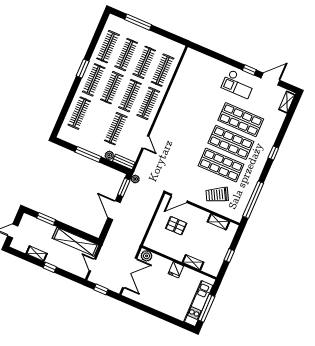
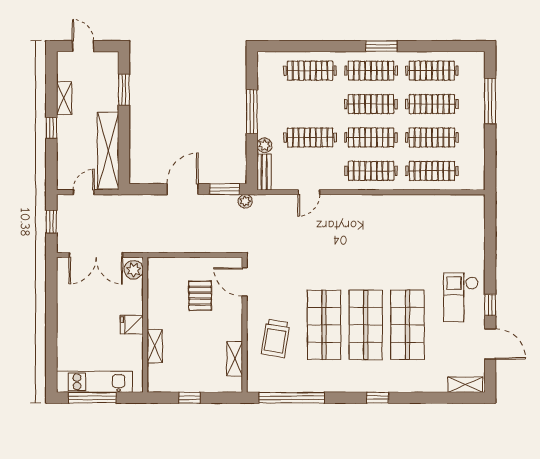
trolley: (217, 195) -> (275, 338), turned -143

